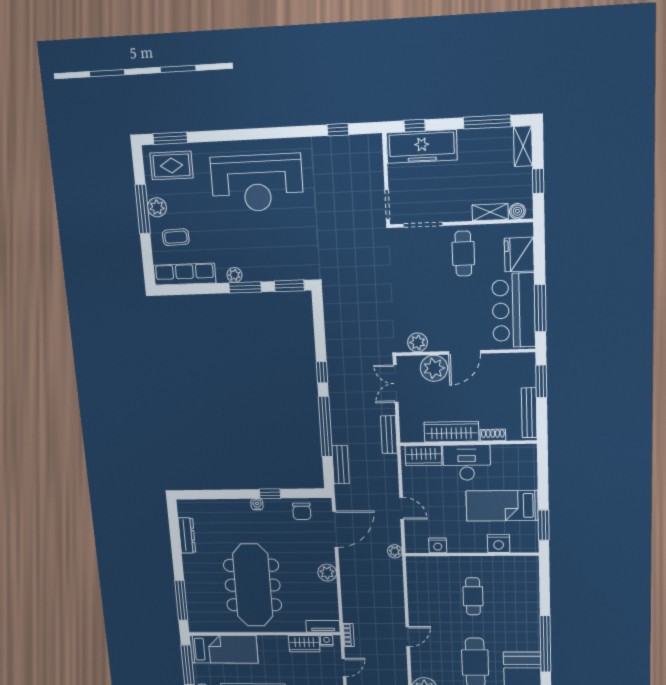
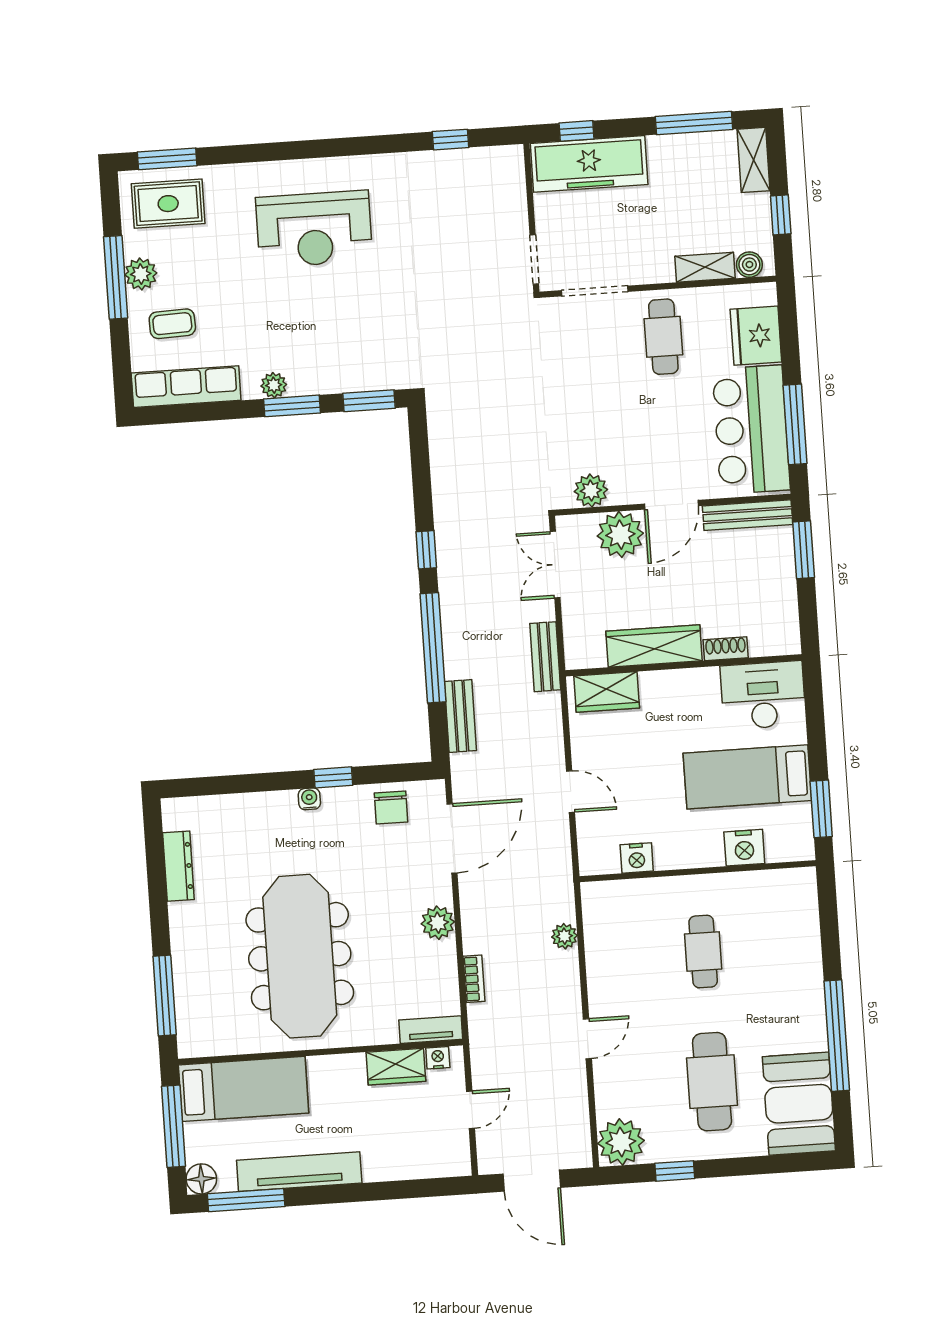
reception desk: (257, 183) -> (314, 229), width x0.74, depth x0.77
bench: (529, 413) -> (748, 515), moved, turned 90
desk: (467, 463) -> (763, 695), moved
plant: (395, 551) -> (564, 936), moved
bookcase: (349, 635) -> (474, 979), moved

